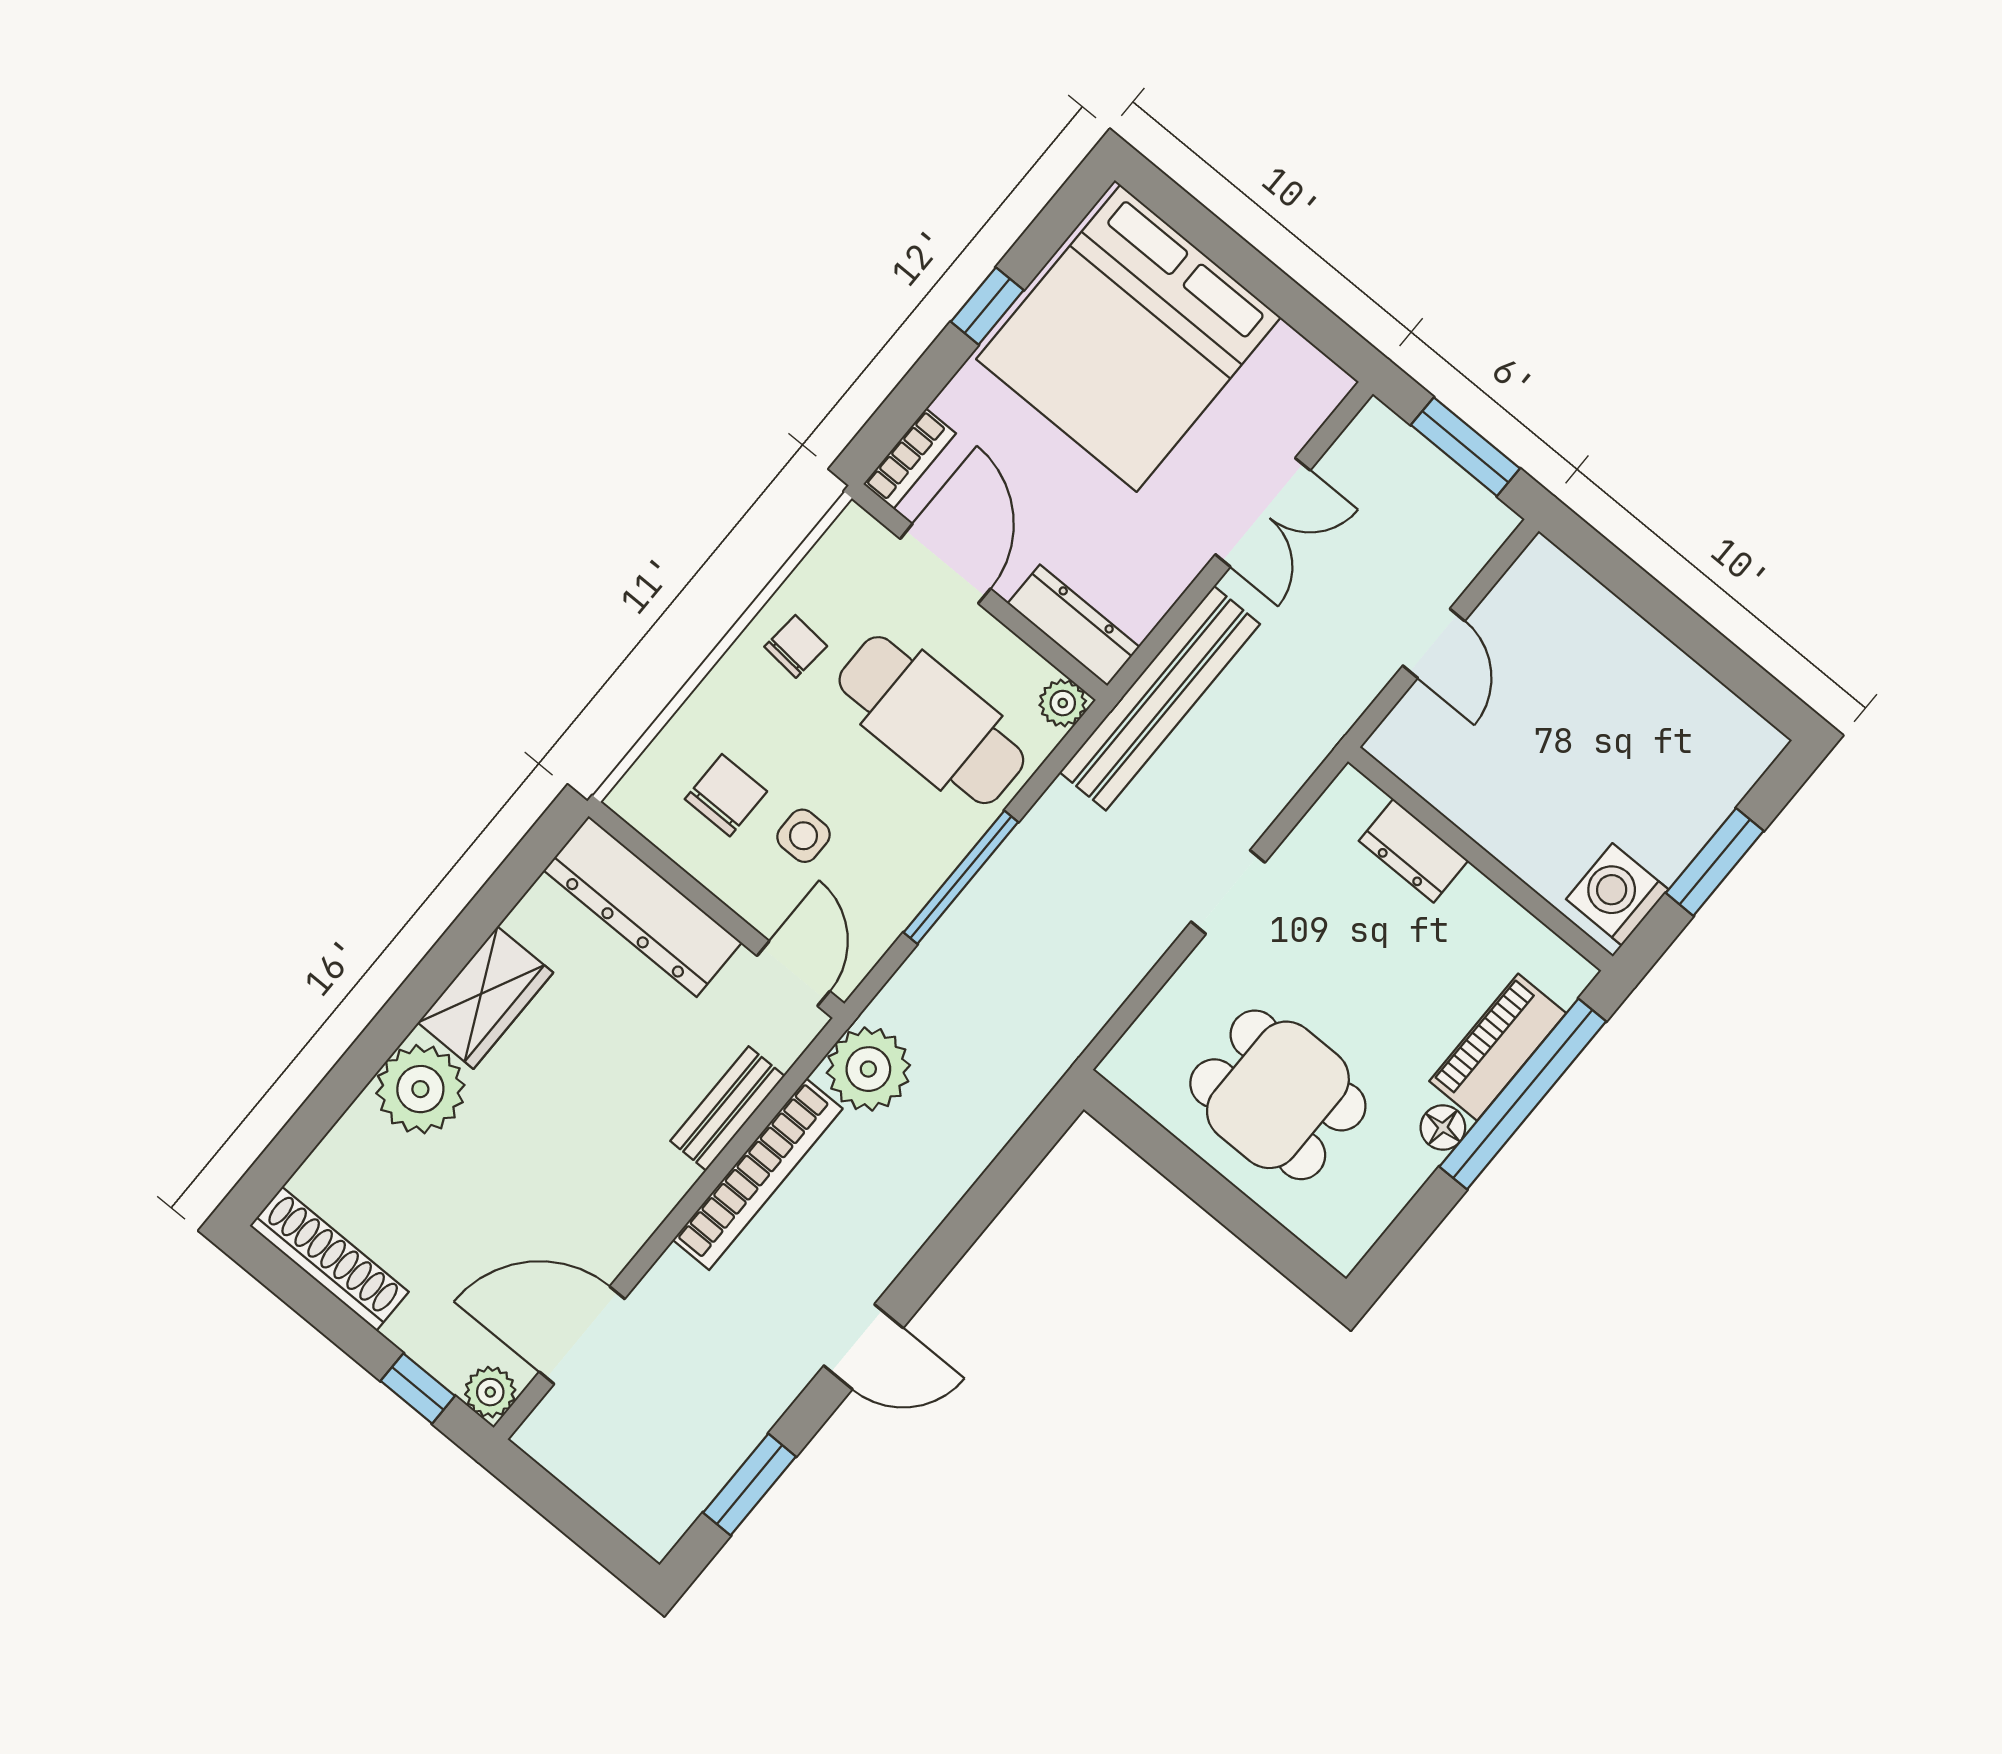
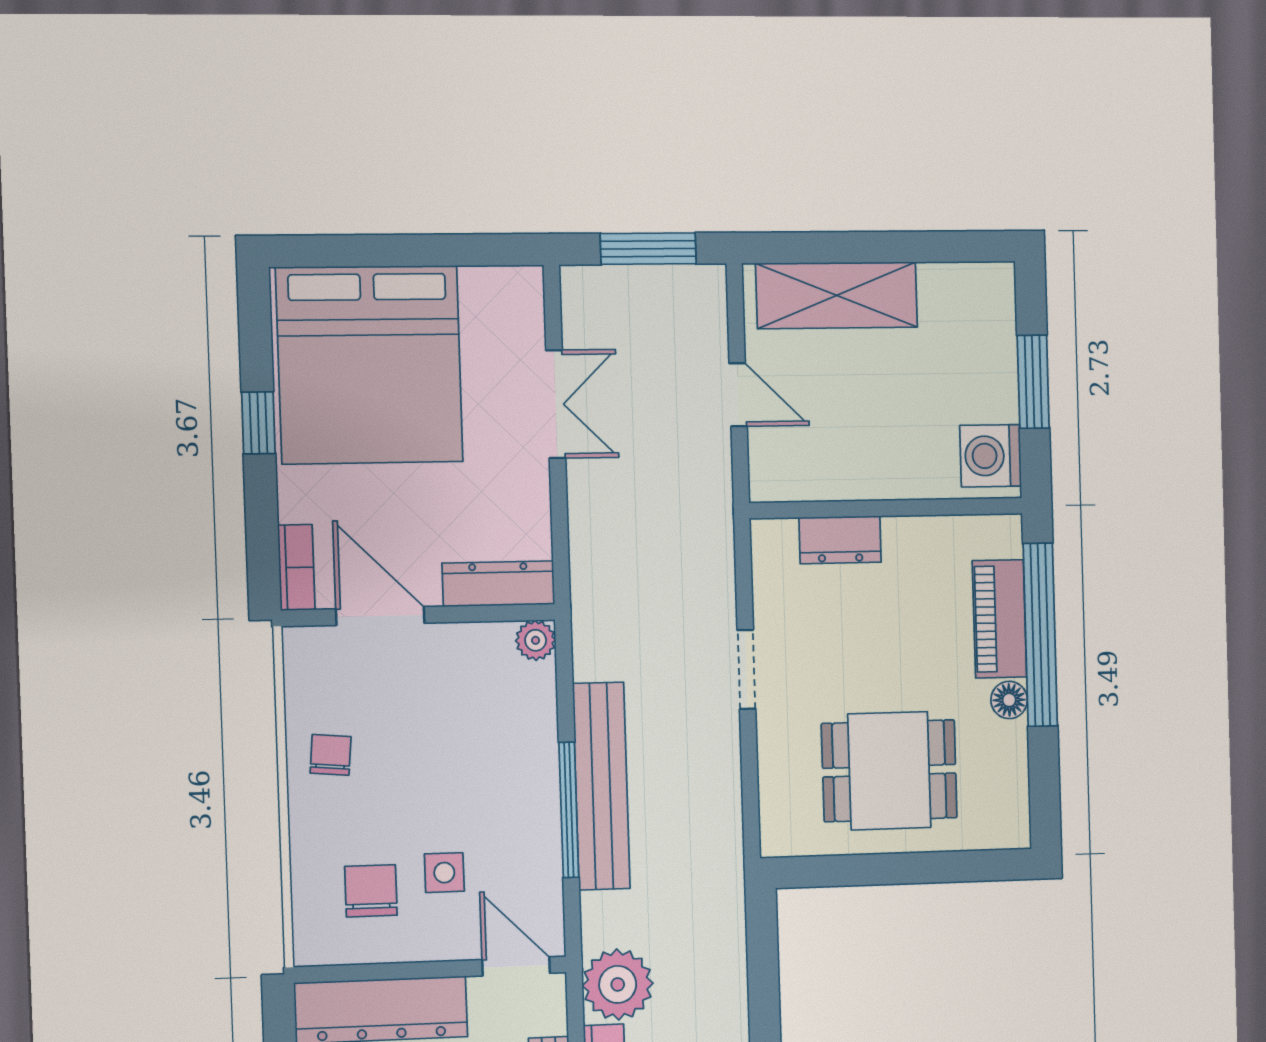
shelving: (1601, 632) -> (837, 295), added
bench: (1160, 698) -> (601, 786), moved
cafe table: (931, 720) -> (461, 726), removed

